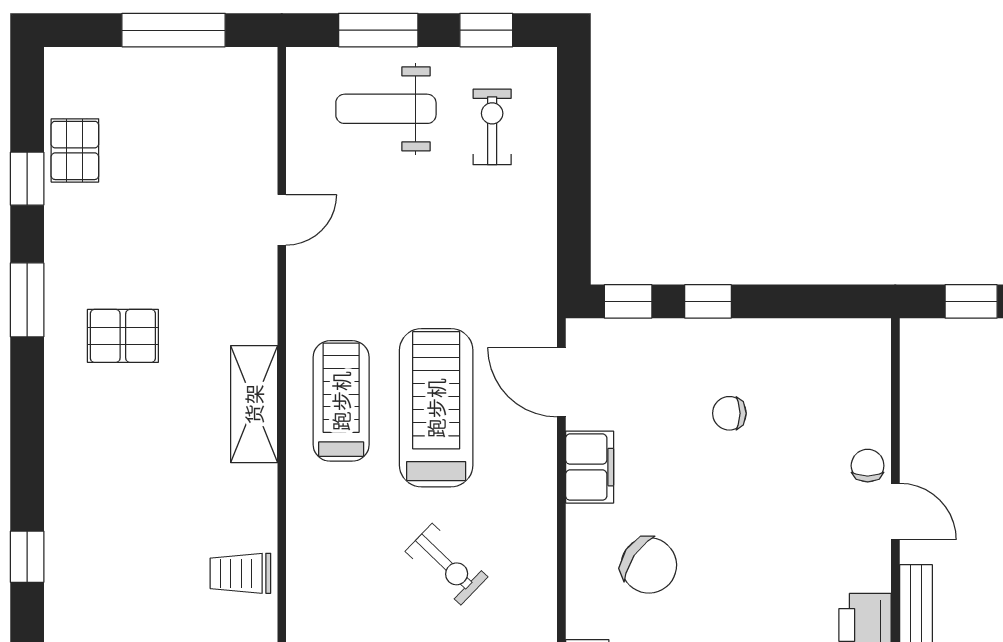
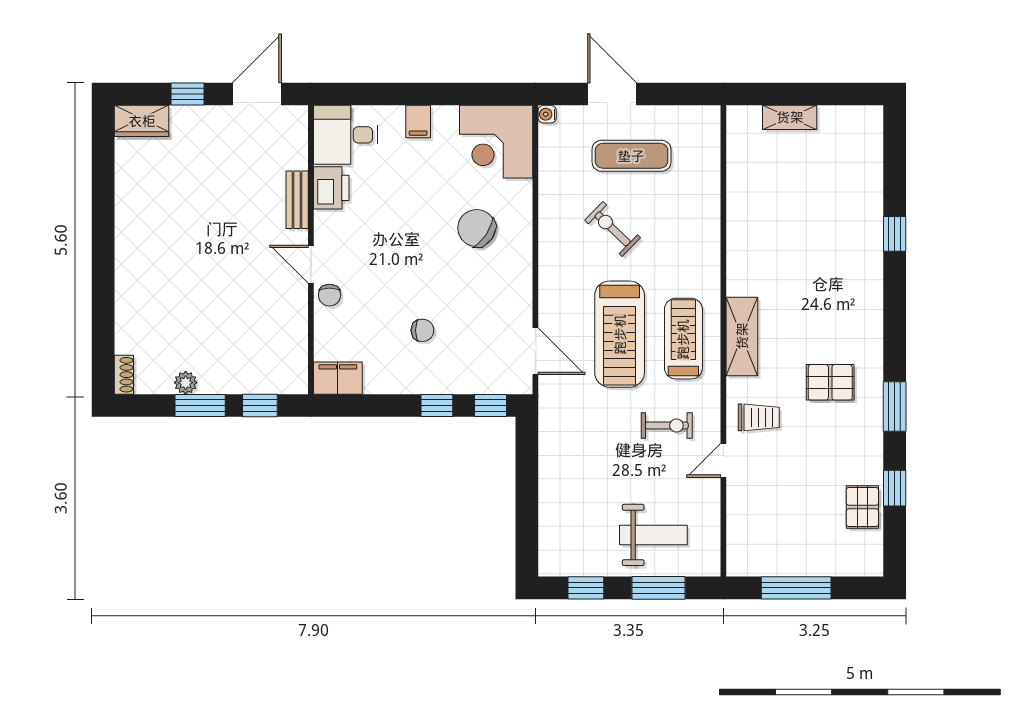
exercise bike: (492, 127) -> (667, 425), moved, turned -90
treadmill: (341, 401) -> (683, 339), turned 180
filing cabinet: (590, 467) -> (338, 378), moved, turned 90
trolley: (240, 573) -> (759, 417), moved

